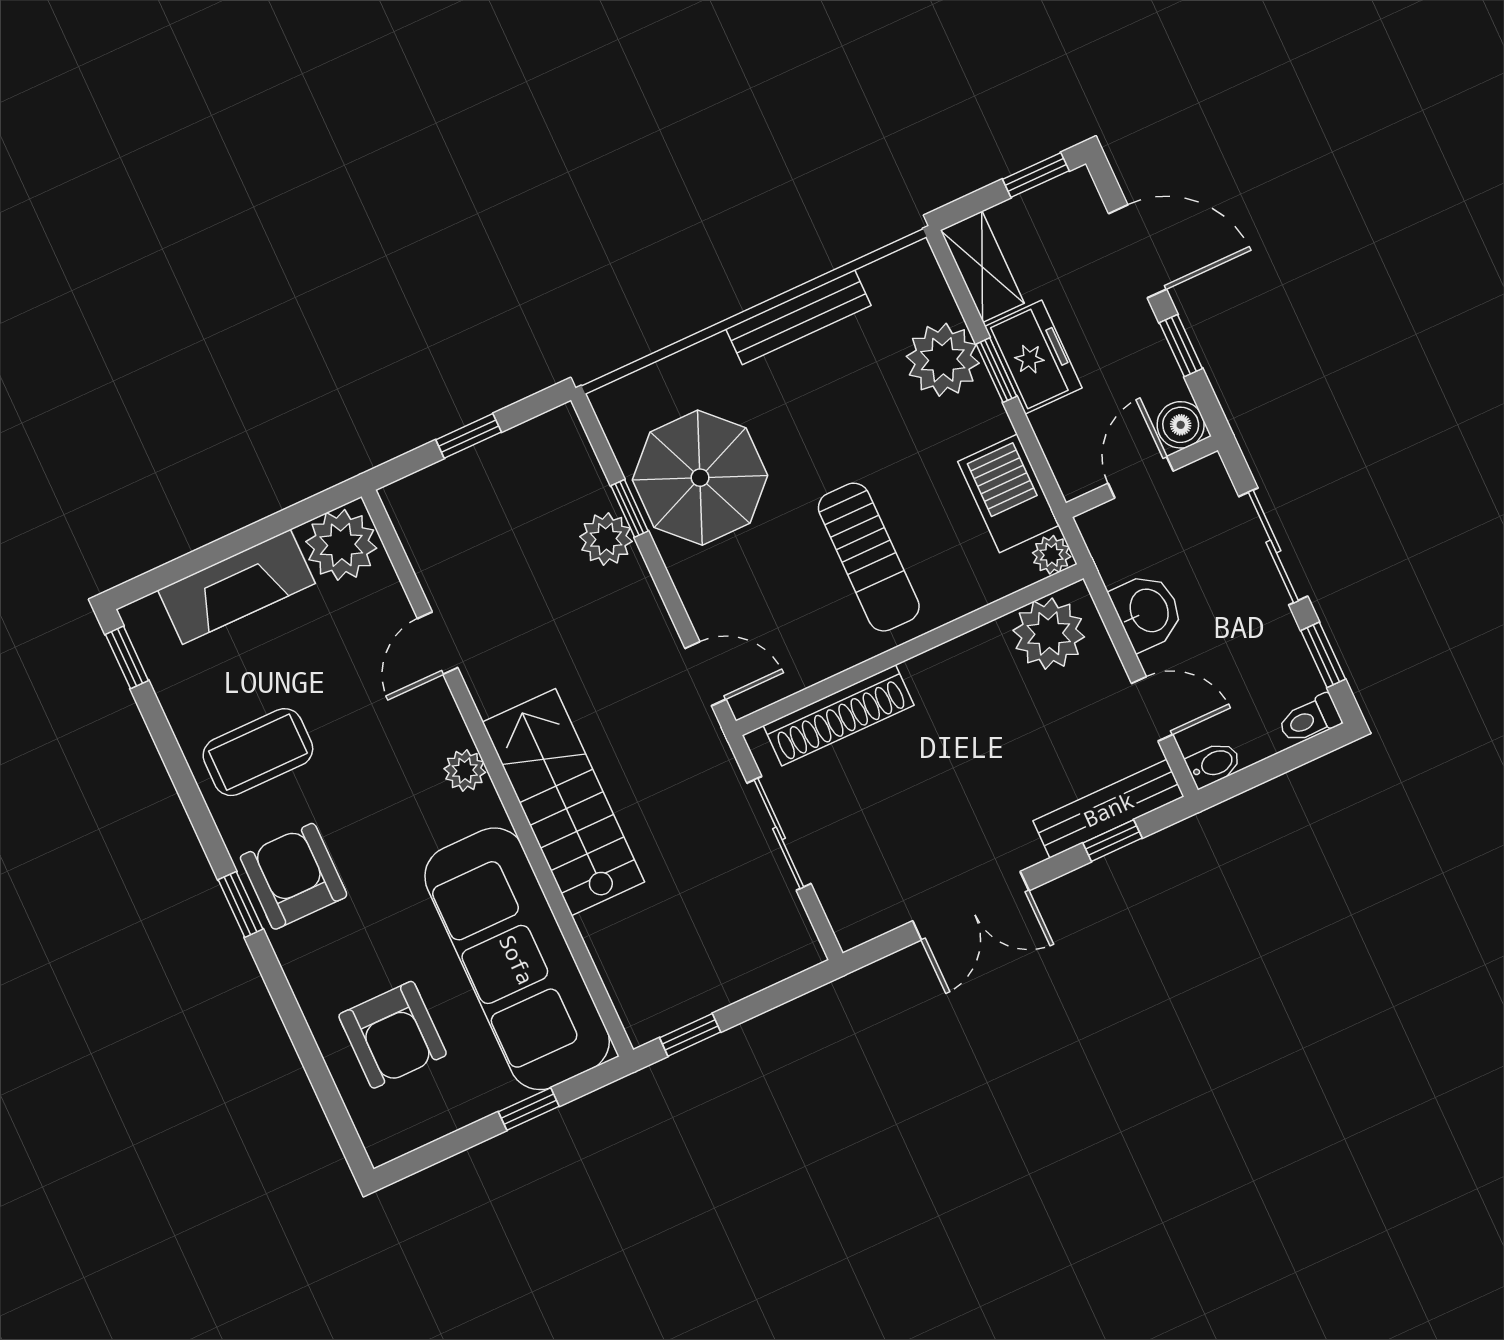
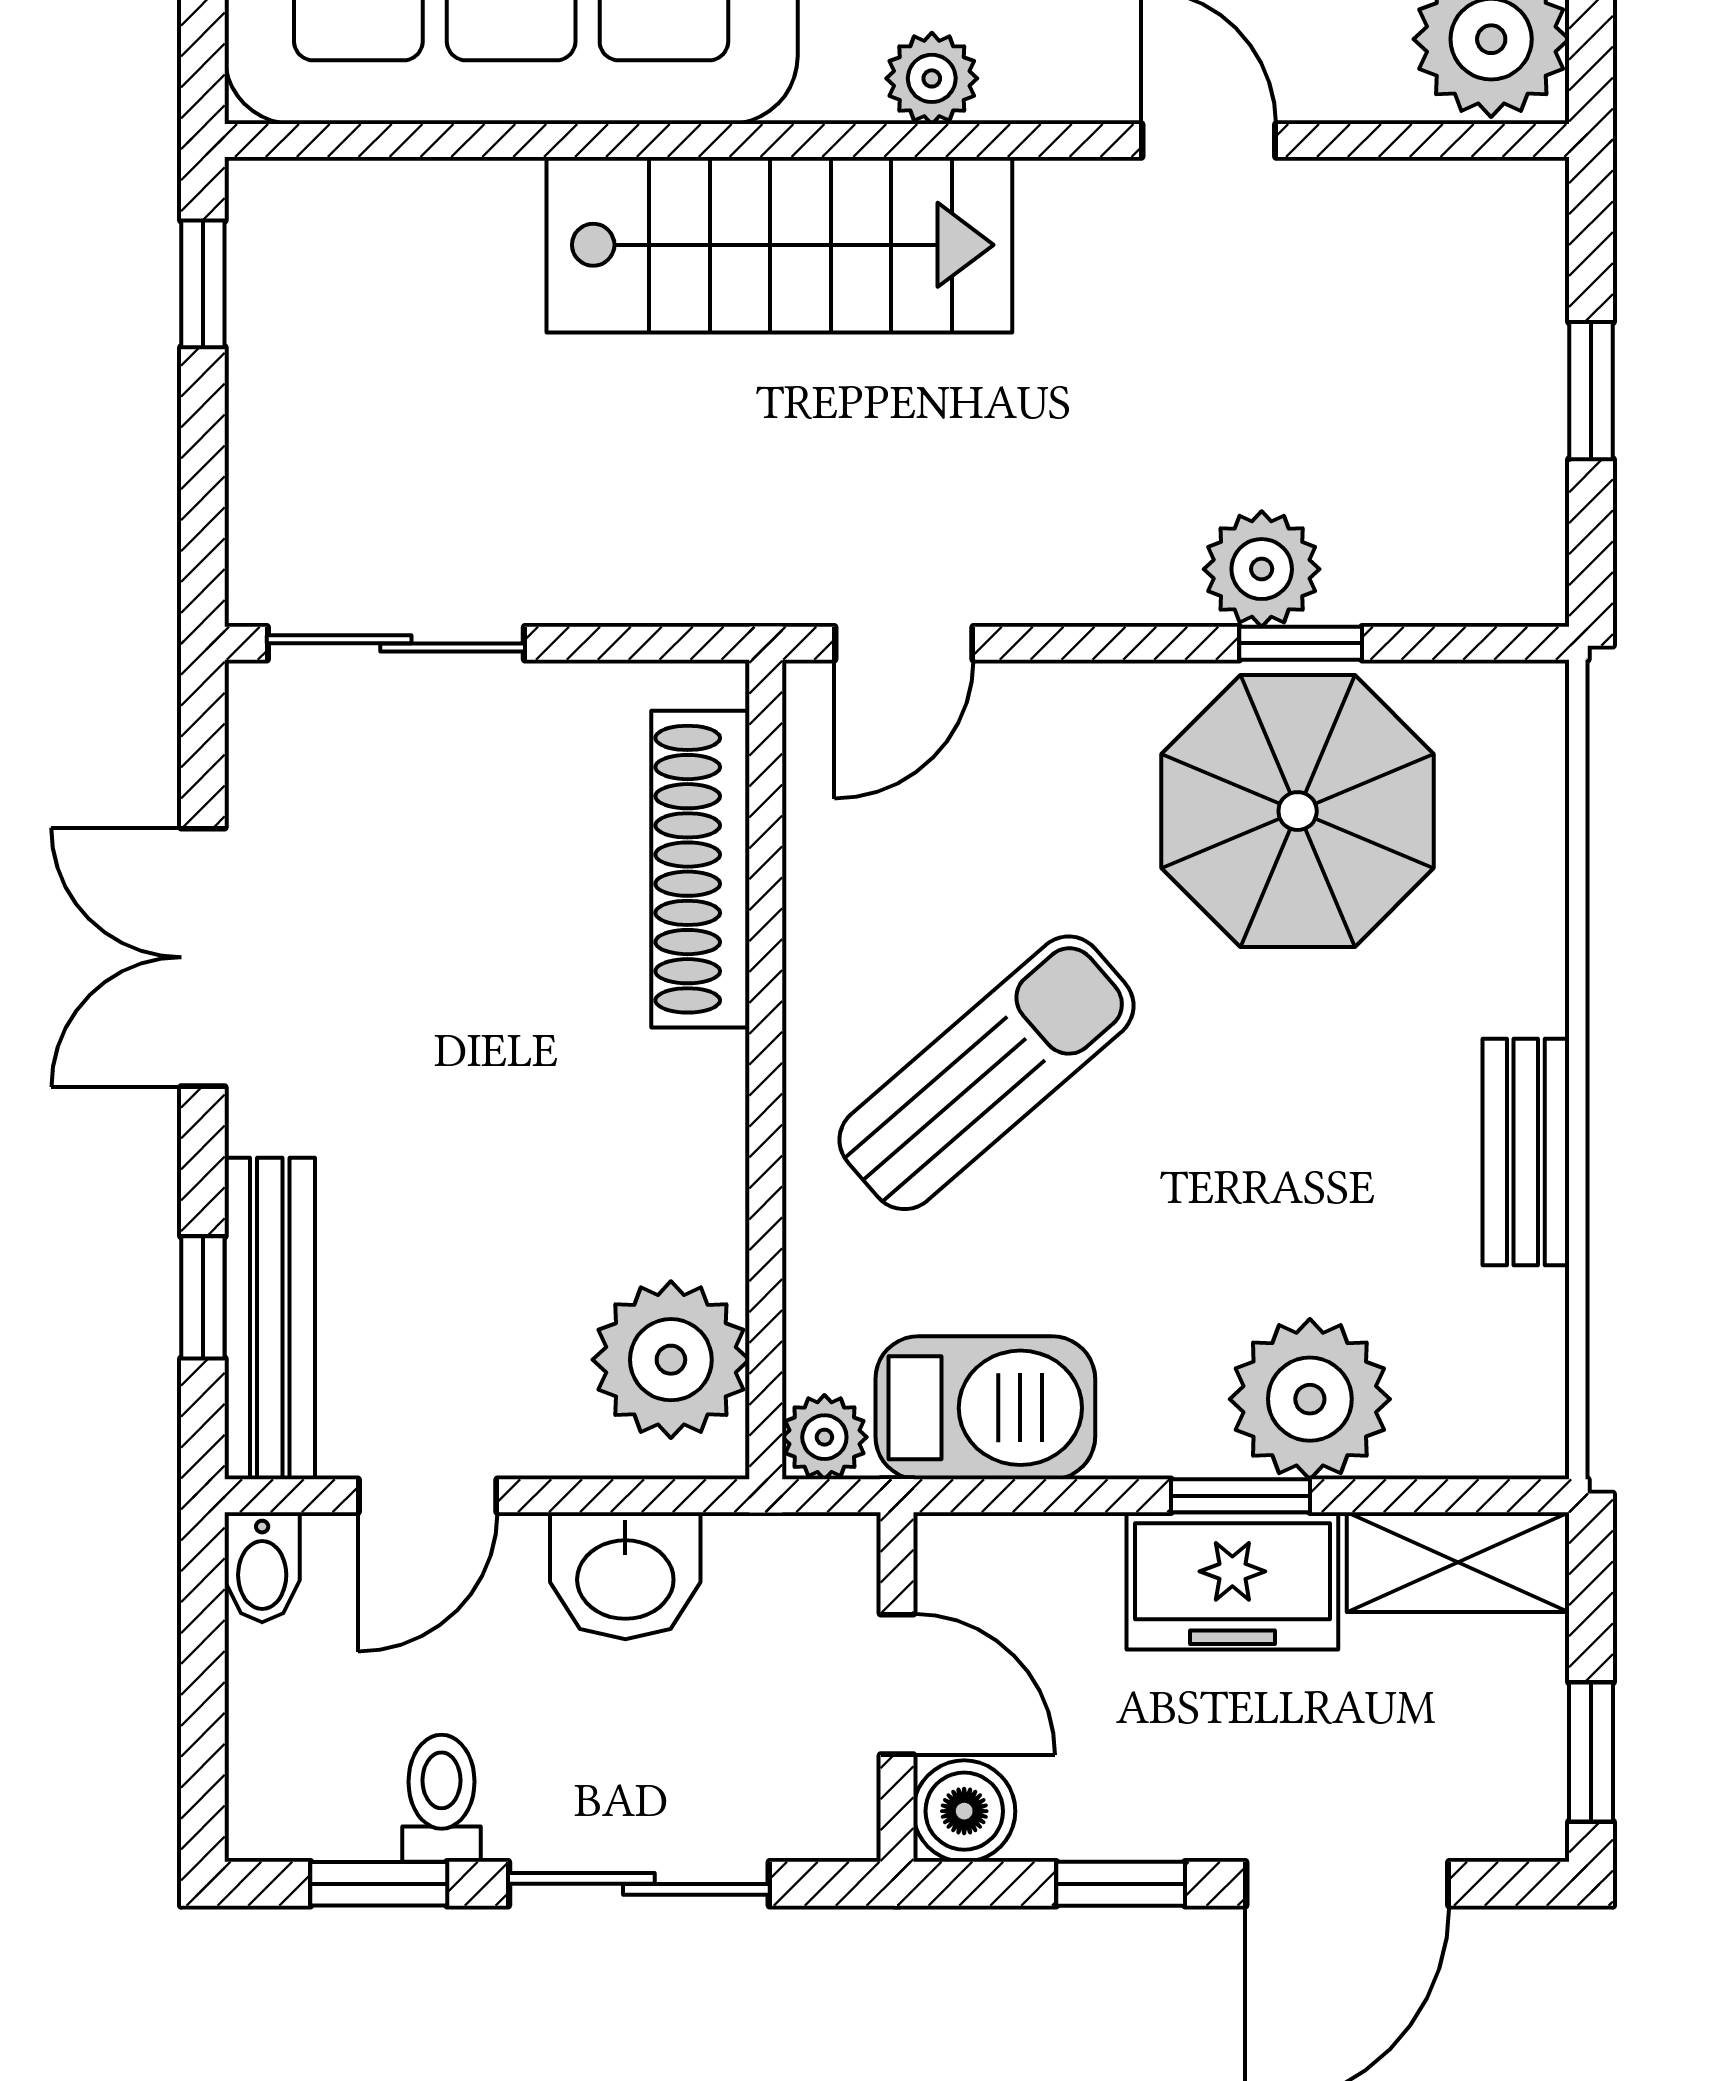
bench: (798, 317) -> (1526, 1152), width x0.73
sun lounger: (869, 557) -> (986, 1073), turned 139
toilet: (1310, 719) -> (441, 1798), moved
sliding door: (779, 833) -> (396, 643), moved

